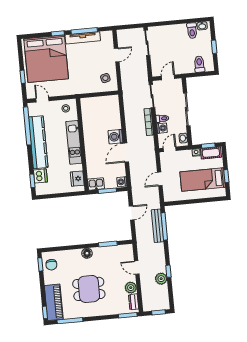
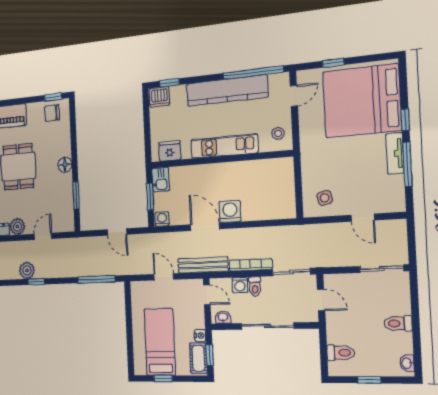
toilet: (192, 31) -> (398, 323), moved
tv unit: (83, 38) -> (395, 153), width x0.71
dishwasher: (40, 176) -> (159, 97), moved
bench: (157, 226) -> (203, 265), moved

